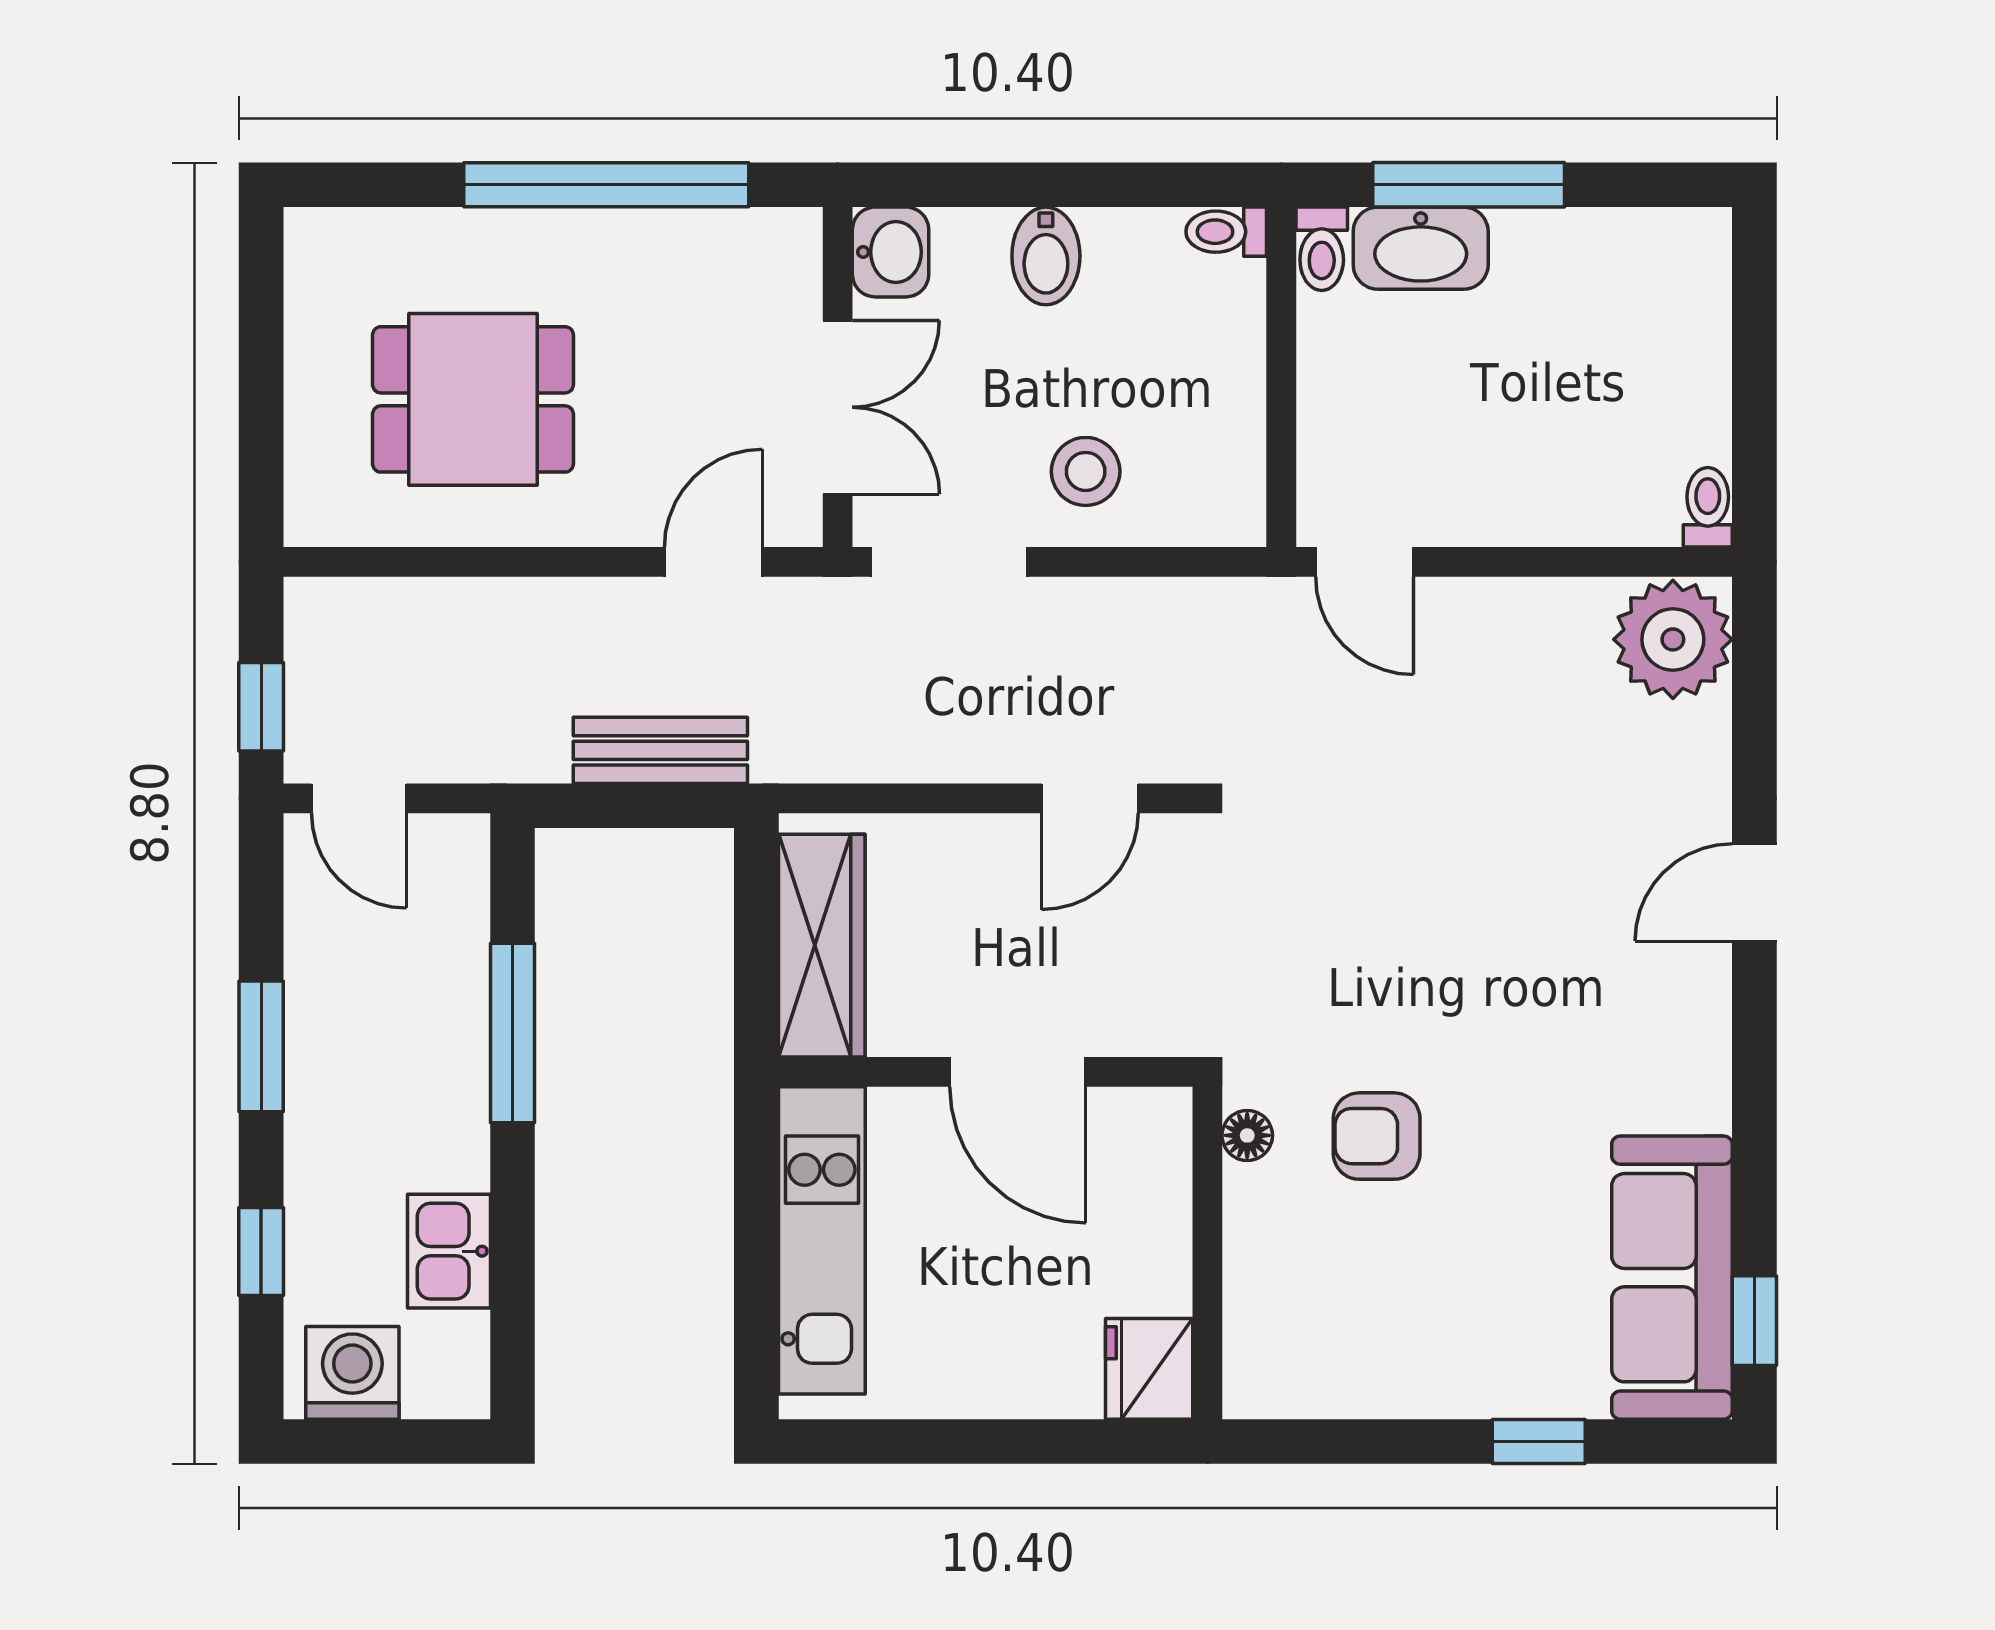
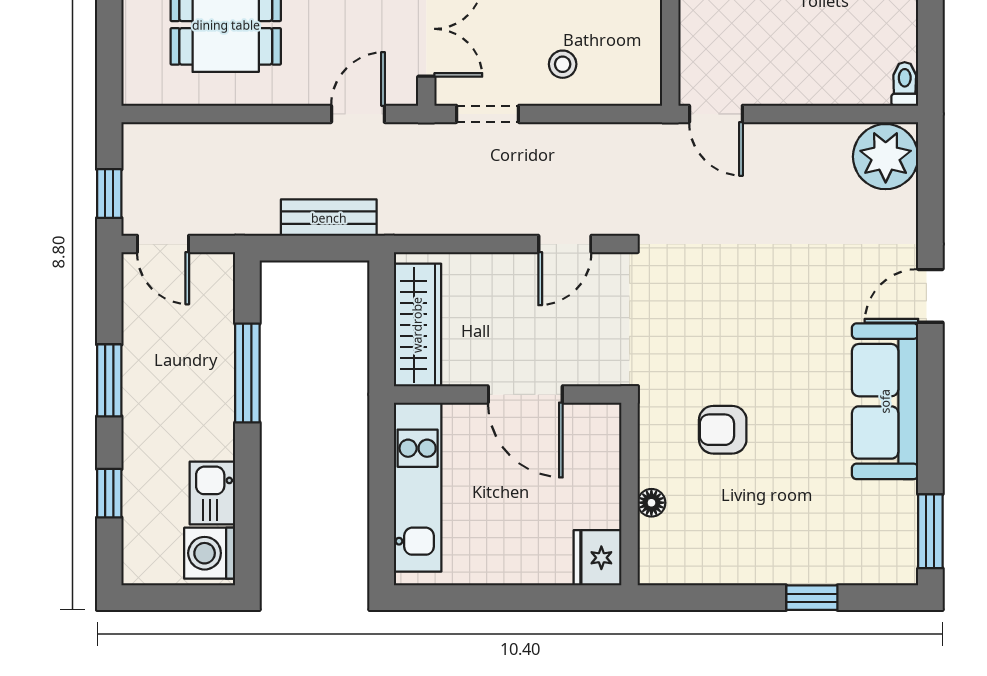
stool: (1086, 471) -> (563, 64), width x0.73, depth x0.73
doorway: (949, 562) -> (488, 114), width x0.73
floor lamp: (1247, 1135) -> (651, 503), moved
sofa: (1672, 1278) -> (885, 401), moved
window: (1754, 1321) -> (930, 531), width x1.50
washing machine: (352, 1373) -> (210, 553), moved, turned -90

